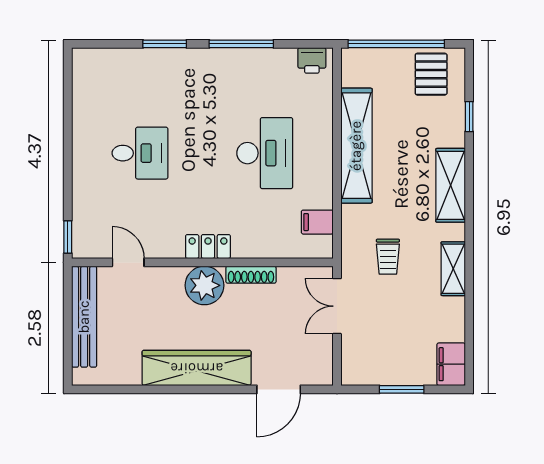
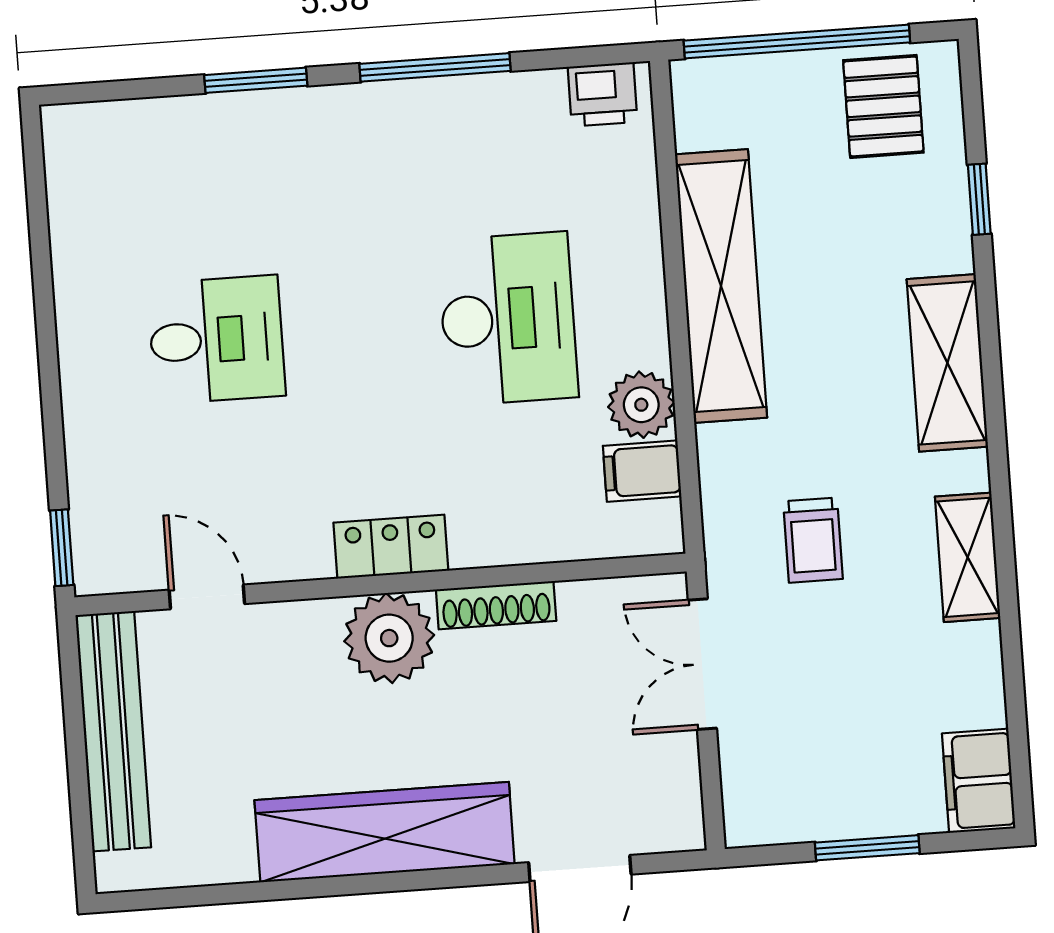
plant: (319, 194) -> (641, 405), added

